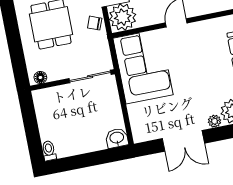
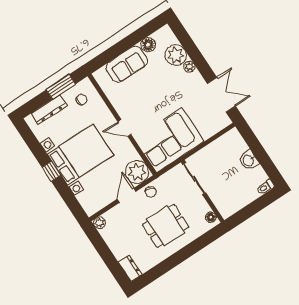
washbasin: (117, 138) -> (249, 160), moved
double door: (183, 141) -> (221, 95), moved

